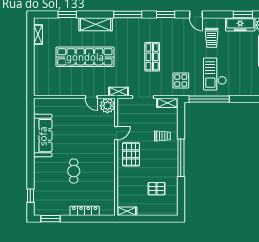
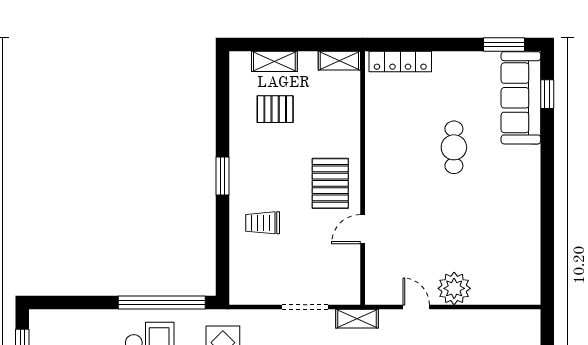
shelving: (167, 103) -> (274, 61), moved
plant: (107, 106) -> (454, 288), moved
sofa: (43, 136) -> (521, 98), moved
window: (181, 158) -> (222, 176), width x0.47
locker: (85, 211) -> (400, 61), moved

